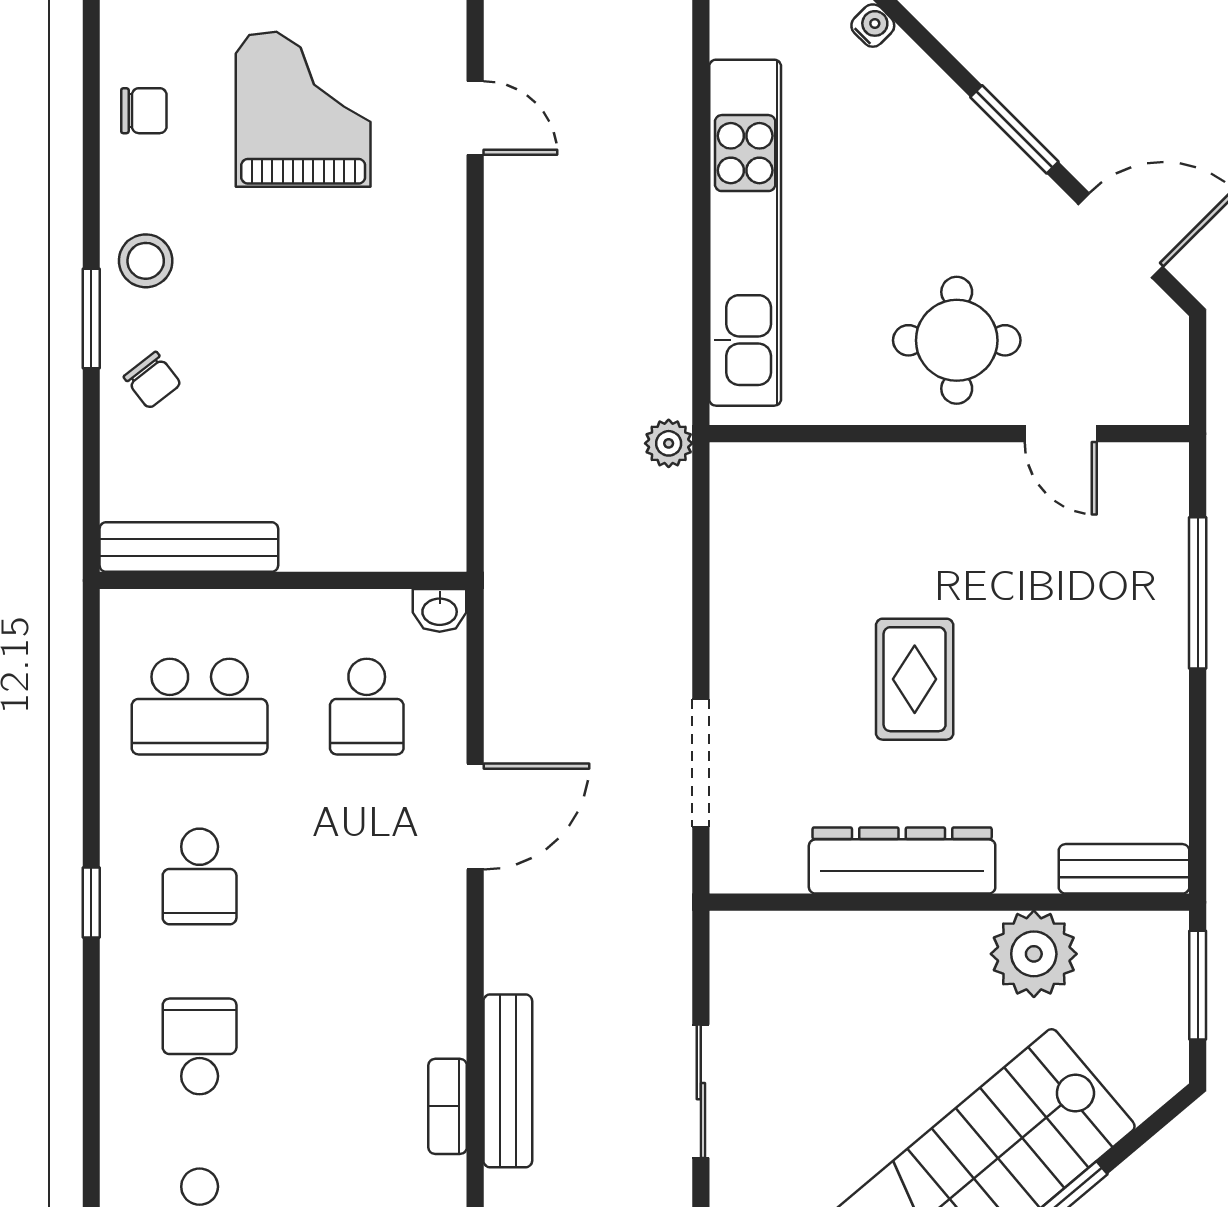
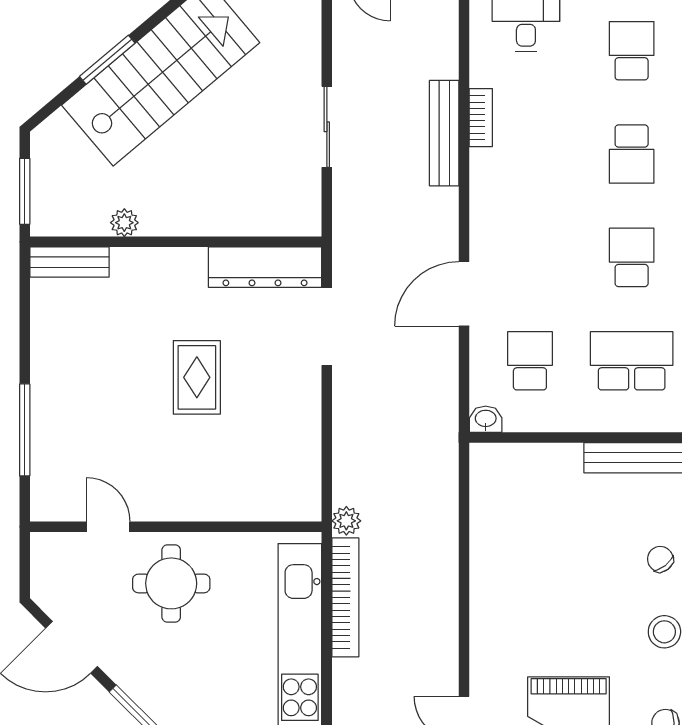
bookcase: (670, 317) -> (345, 597), added
dresser: (902, 861) -> (265, 267), moved
plant: (1034, 954) -> (124, 223), width x0.53, depth x0.53

